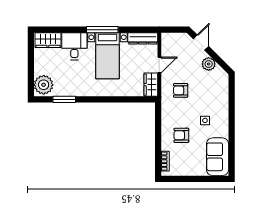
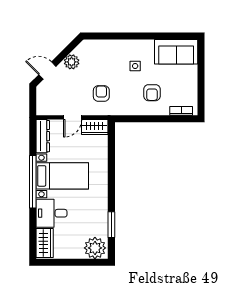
window: (102, 30) -> (33, 182), width x1.46
door: (159, 65) -> (73, 117), swing flipped
armchair: (181, 90) -> (101, 93), turned 180

